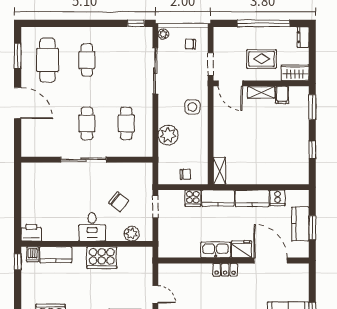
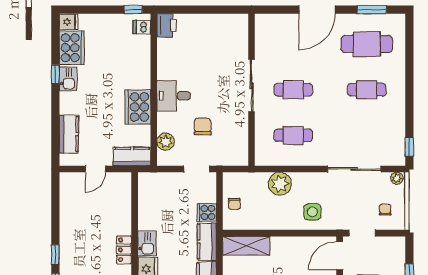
shelving: (220, 171) -> (246, 246), width x1.50, depth x1.33
chair: (119, 202) -> (203, 127), turned 142
kitchen sink: (216, 250) -> (147, 244), width x0.73
kitchen counter: (56, 255) -> (132, 156), moved, turned 90

